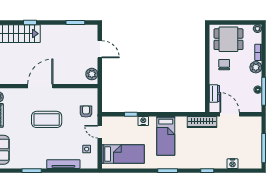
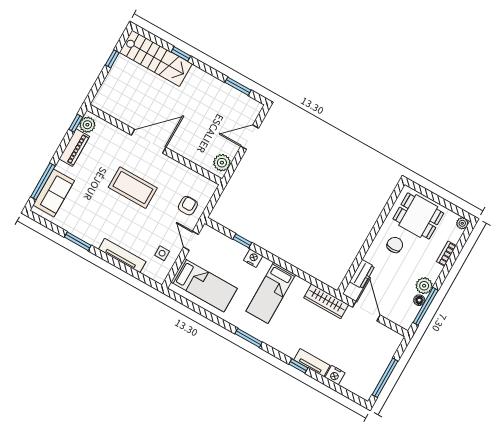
door: (100, 49) -> (250, 137), swing flipped
plant: (256, 67) -> (424, 286), moved
tv unit: (214, 164) -> (312, 363), added

